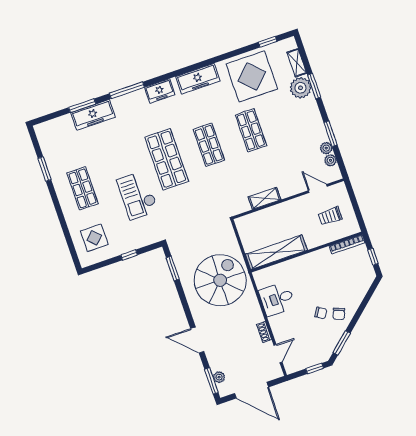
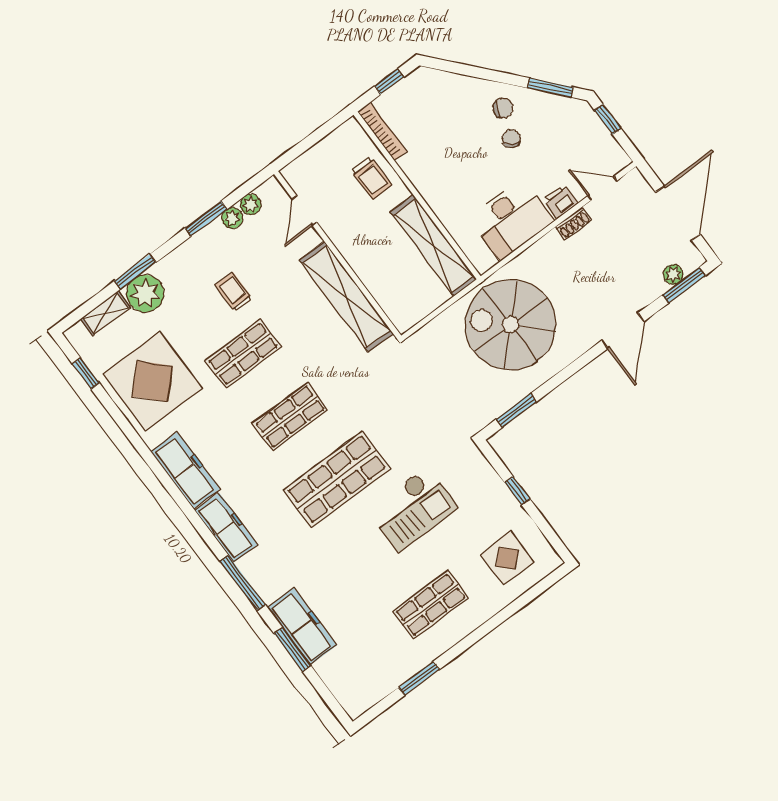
freezer: (160, 91) -> (226, 527), width x1.40
trolley: (286, 136) -> (234, 292), added
shelving: (264, 198) -> (346, 297), width x2.20, depth x1.33
trolley: (330, 216) -> (371, 178), moved
desk: (277, 299) -> (511, 219), width x1.37
printer: (278, 328) -> (560, 202), added

